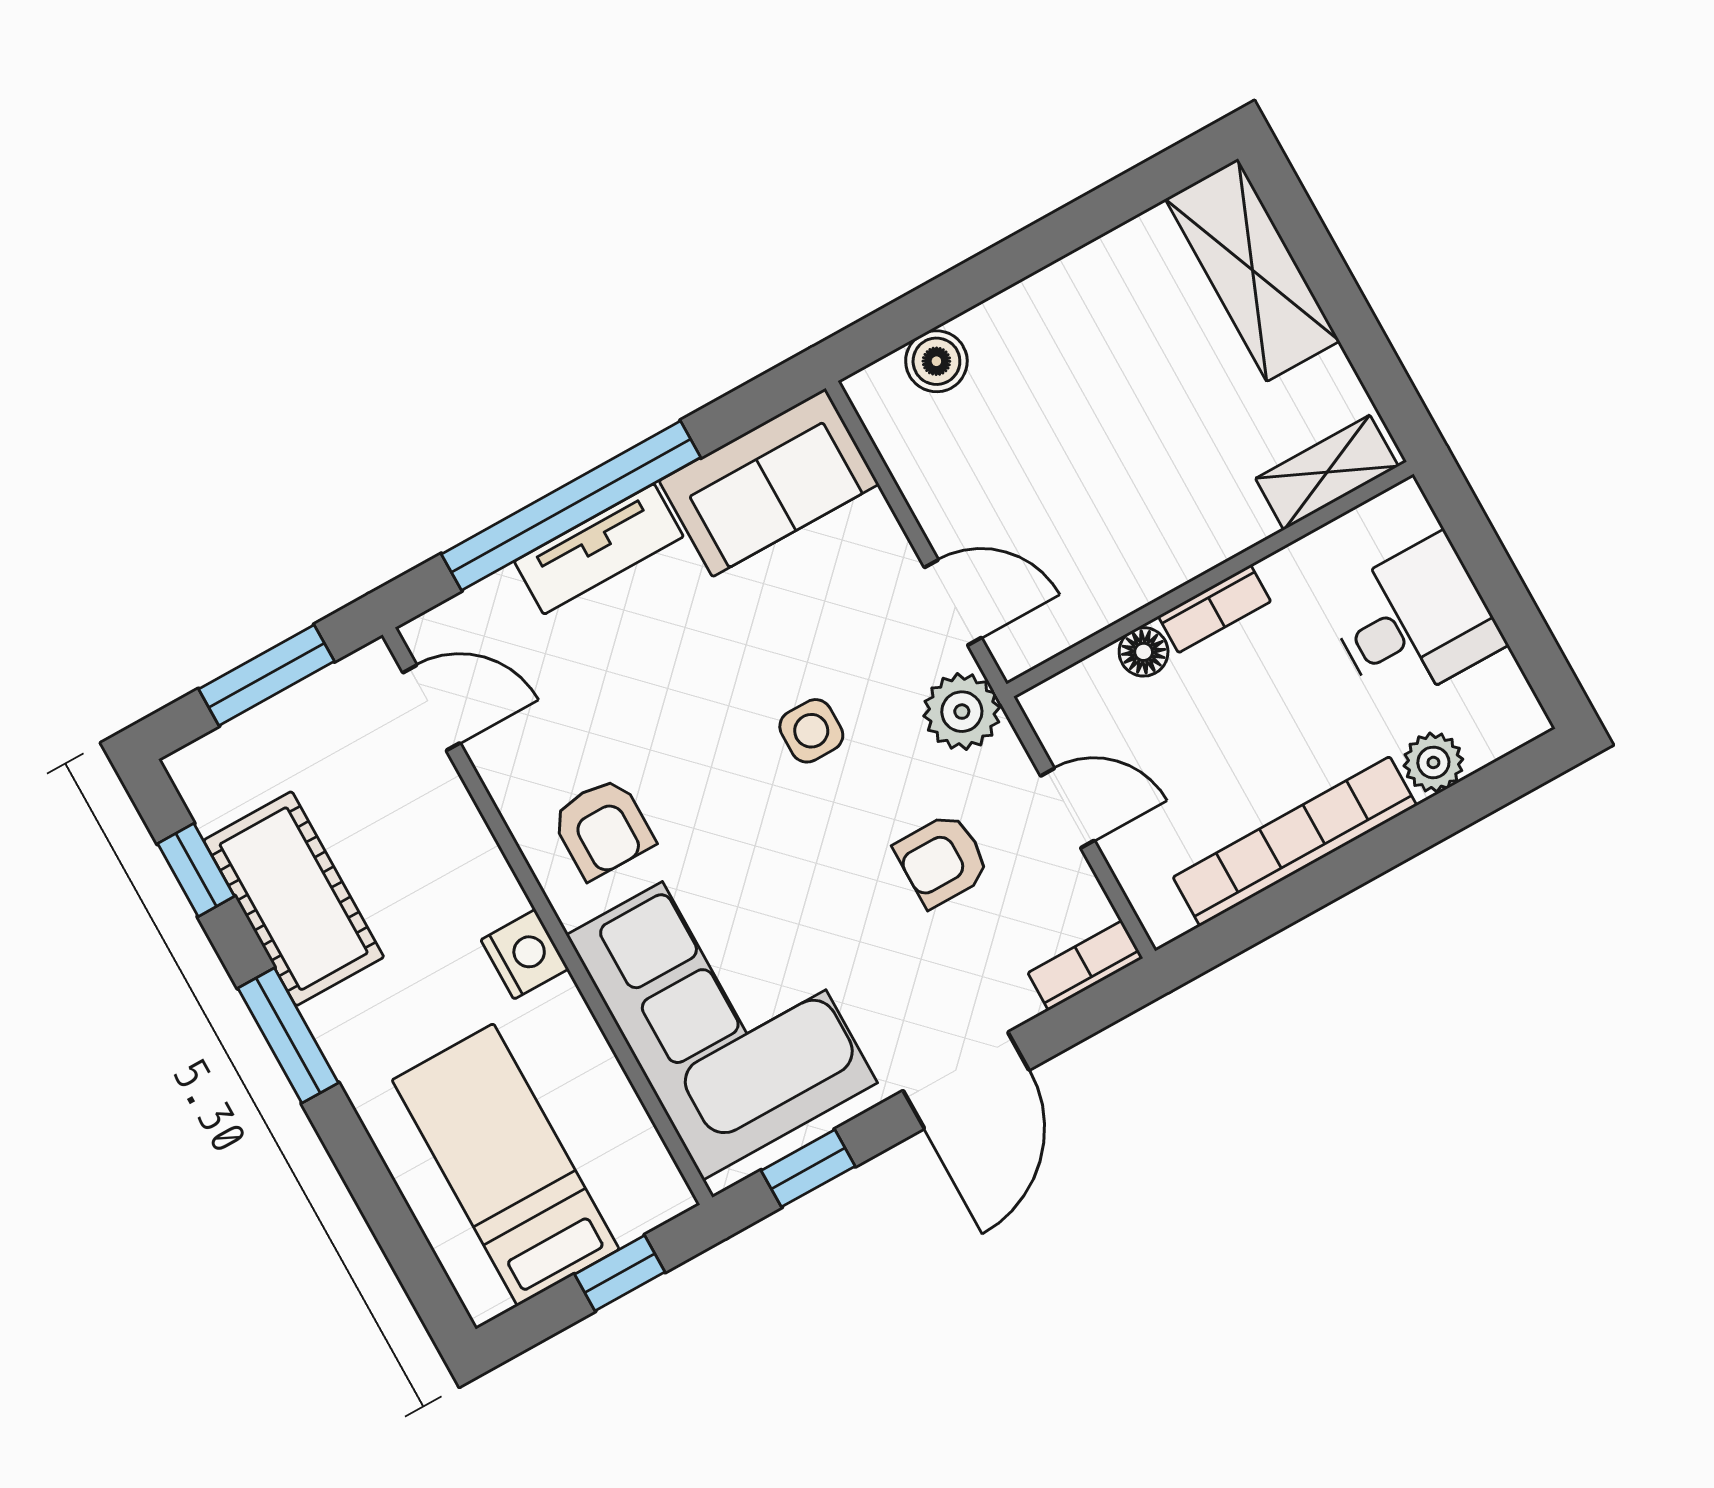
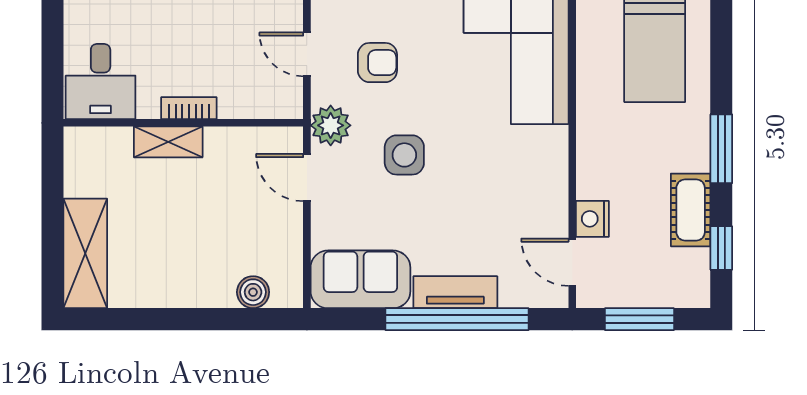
shelving: (1327, 472) -> (168, 142), moved
desk: (1414, 622) -> (101, 82), moved, turned -90
floor lamp: (1144, 652) -> (232, 106), removed
side table: (811, 731) -> (404, 155), width x1.37, depth x1.37
armchair: (603, 828) -> (525, 164), removed
cot: (294, 899) -> (691, 210), width x0.73, depth x0.75
nightstand: (525, 954) -> (592, 219), moved

